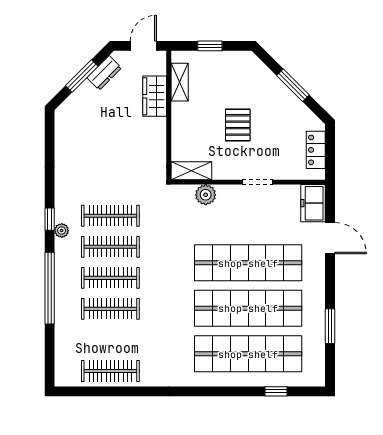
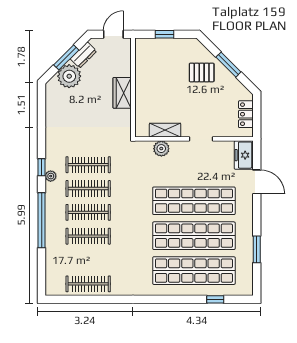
shelving: (180, 82) -> (141, 62), removed
wardrobe: (155, 96) -> (122, 93), moved
plant: (86, 100) -> (69, 76), added
pallet: (238, 125) -> (202, 72), moved, turned 90
shelving: (191, 171) -> (165, 130), moved

